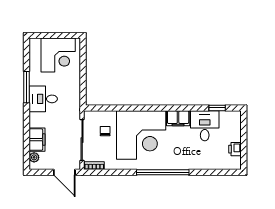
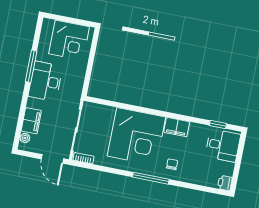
desk: (43, 99) -> (46, 81), width x1.37
desk: (205, 126) -> (223, 145), moved, turned 90
chair: (105, 131) -> (172, 164), moved
printer: (235, 149) -> (225, 183), moved
window: (163, 172) -> (151, 178), width x0.68

